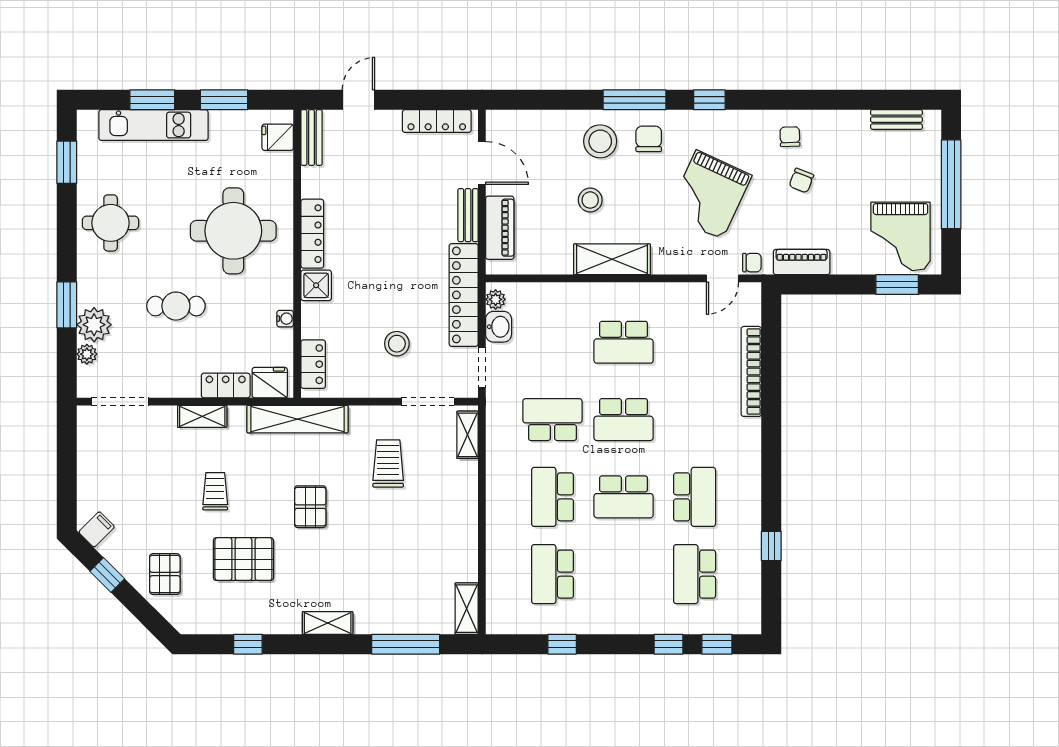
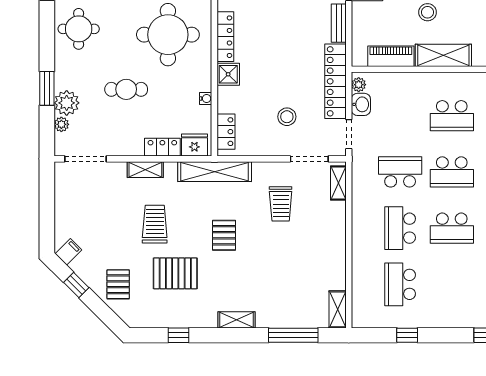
piano: (500, 228) -> (391, 56), moved, turned -90
trolley: (388, 463) -> (281, 204), turned 180
trolley: (215, 491) -> (155, 224), width x1.36, depth x1.39

